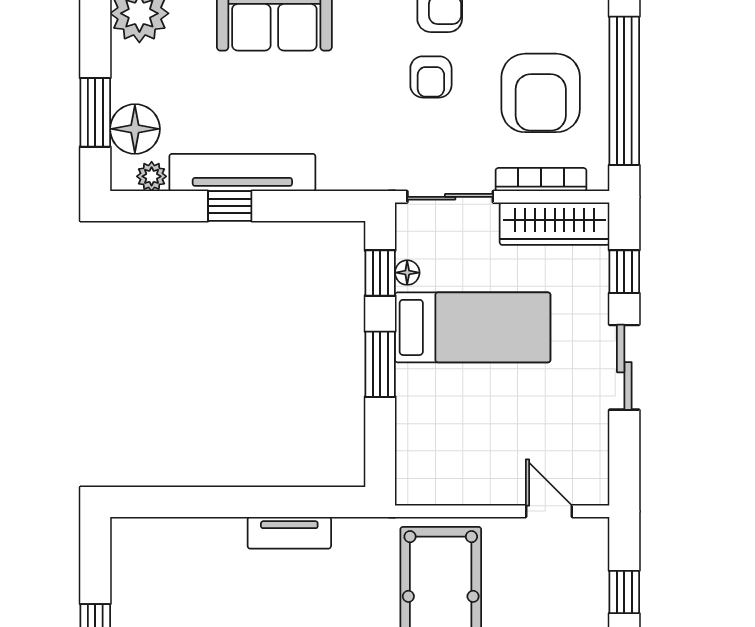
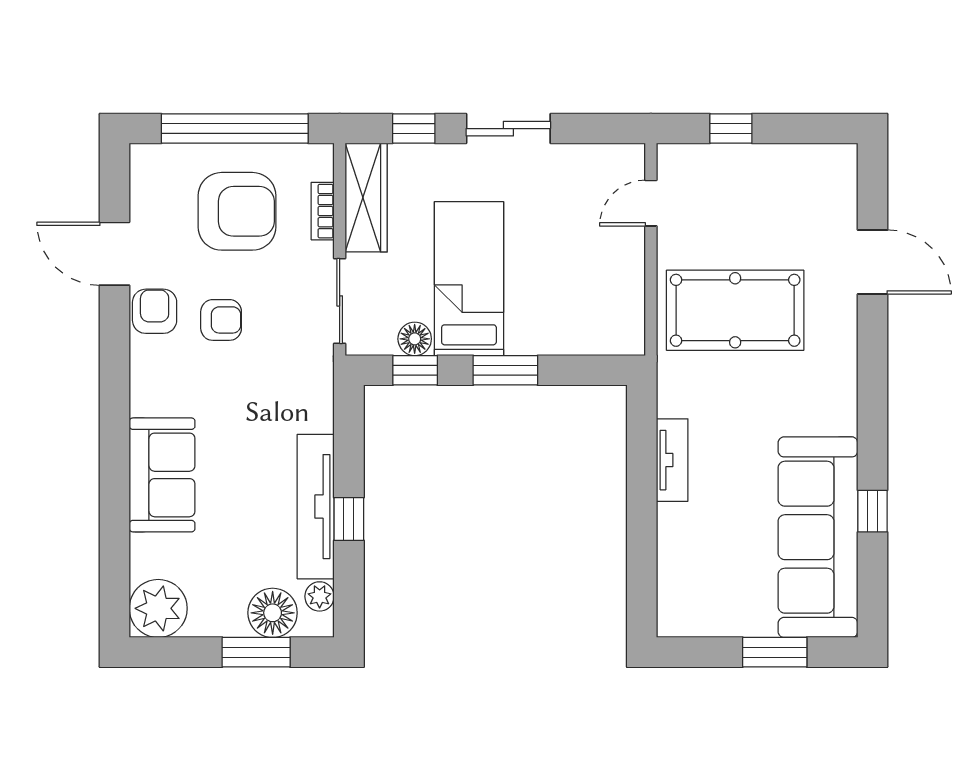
bookcase: (541, 180) -> (323, 211), width x0.64
floor lamp: (407, 273) -> (415, 339), width x1.37, depth x1.37

